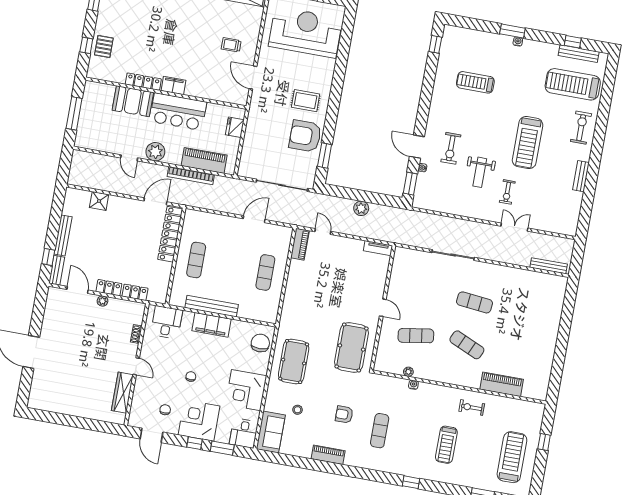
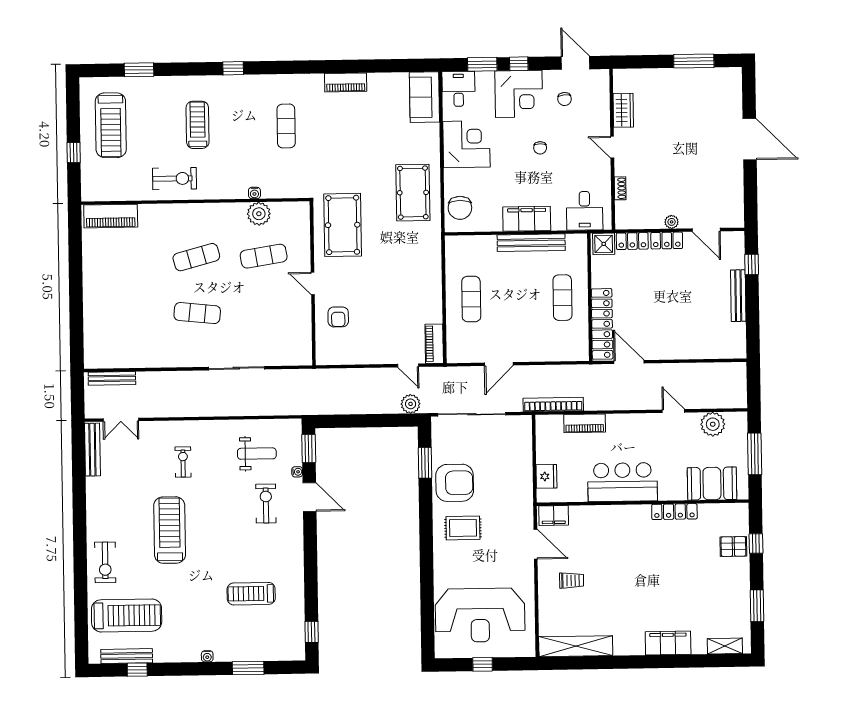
window: (512, 31) -> (248, 668), moved
pallet: (104, 47) -> (733, 546), turned 90
treadmill: (475, 82) -> (251, 594), turned 180
filing cabinet: (173, 85) -> (554, 516), moved
booth: (133, 101) -> (712, 484), moved
plant: (155, 152) -> (713, 424), moved
piano: (204, 160) -> (585, 423), width x0.73, depth x0.75
weight bench: (480, 172) -> (257, 454), moved, turned 90
bookcase: (191, 176) -> (553, 404), moved
bench: (581, 176) -> (92, 450), moved, width x1.36
shower: (99, 201) -> (604, 244), moved
door: (155, 201) -> (629, 362), swing flipped
plant: (361, 208) -> (411, 404), moved
double door: (514, 227) -> (121, 420), moved
tv unit: (378, 248) -> (334, 358), removed
bench: (57, 270) -> (738, 250), removed
exercise mat: (467, 345) -> (196, 257), turned -39
plant: (408, 372) -> (259, 214), width x1.88, depth x1.88
piano: (502, 384) -> (111, 216), moved
wardrobe: (122, 393) -> (623, 110), width x0.67
exercise bike: (472, 407) -> (175, 179), width x1.38, depth x1.39
stool: (297, 410) -> (396, 132), removed
armchair: (344, 415) -> (338, 317), moved, turned 90
window: (62, 419) -> (694, 61), added

